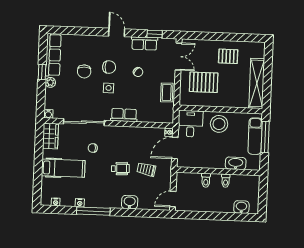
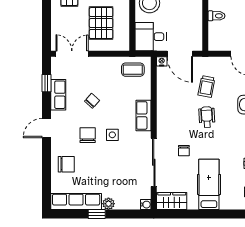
chair: (84, 71) -> (66, 164), moved
coffee table: (167, 92) -> (133, 70), moved

